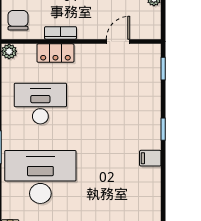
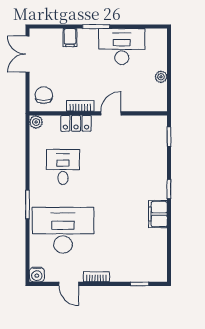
door: (118, 42) -> (111, 113), moved
desk: (40, 104) -> (63, 167), width x0.73
filing cabinet: (150, 158) -> (158, 214), width x2.00

